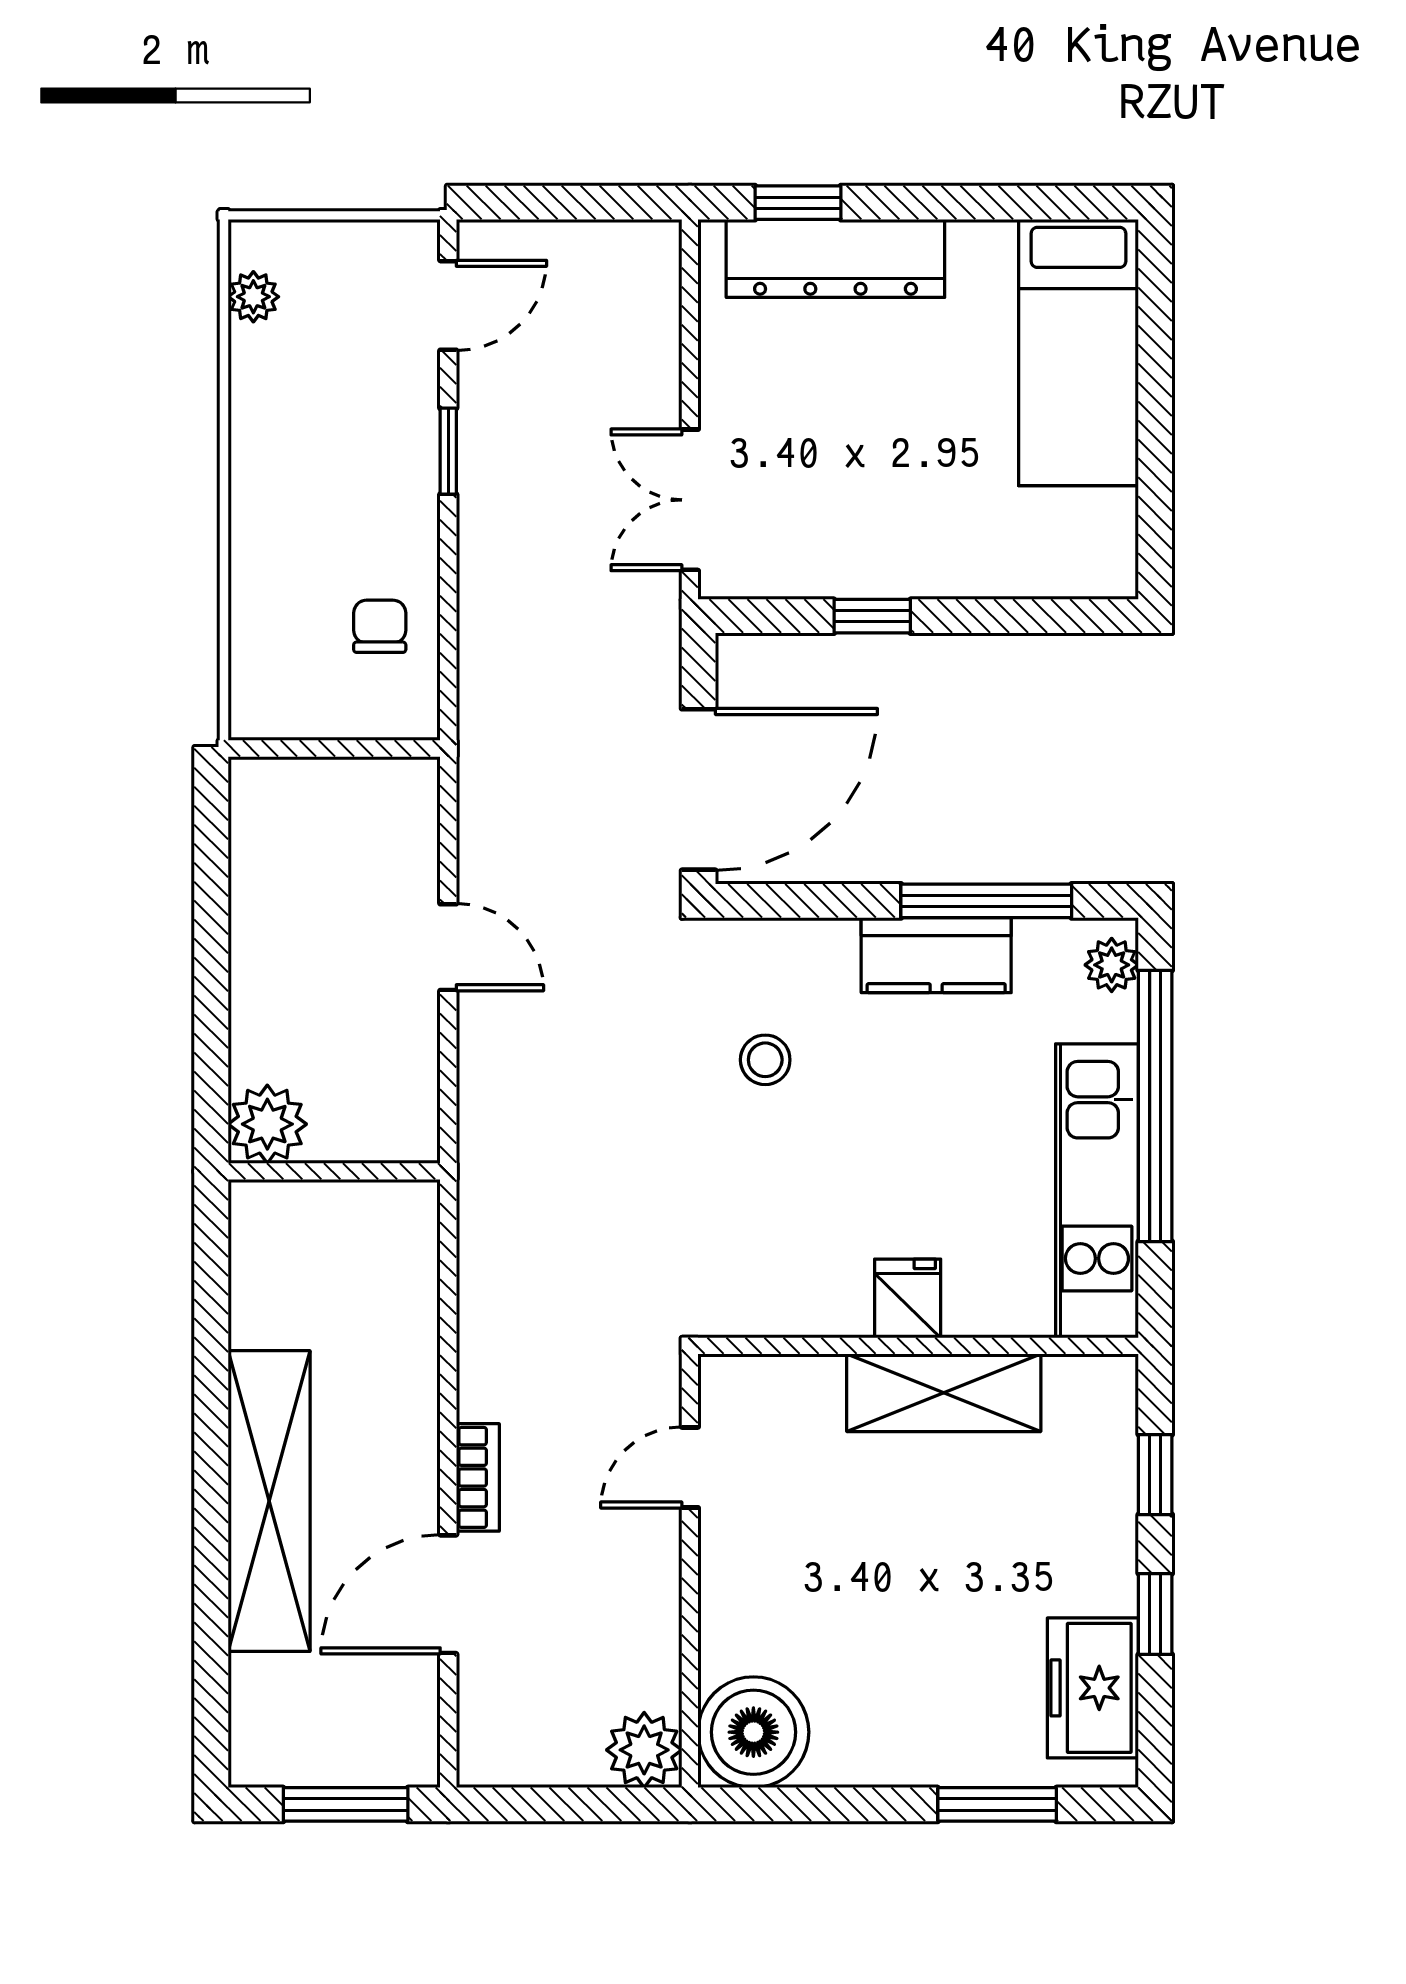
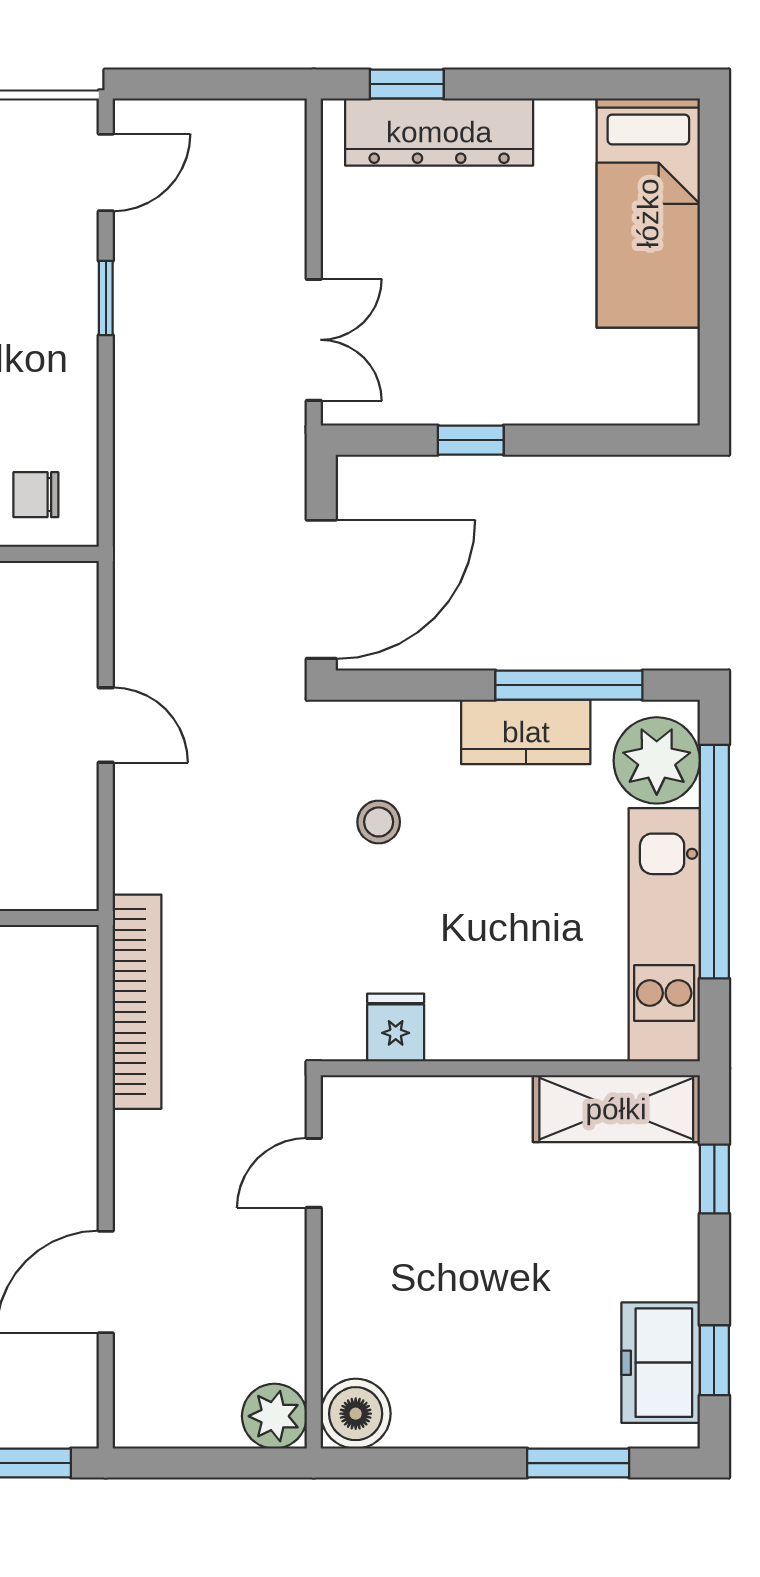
double door: (690, 500) -> (314, 340), swing flipped
chair: (380, 626) -> (36, 495), moved, turned -90
plant: (1112, 965) -> (657, 760), width x1.88, depth x1.88
fridge: (908, 1298) -> (396, 1027), moved
shelving: (944, 1393) -> (616, 1109), moved
bookcase: (478, 1477) -> (137, 1002), moved, width x2.31, depth x1.31
window: (1155, 1614) -> (714, 1360), moved
boiler: (753, 1732) -> (356, 1414), width x0.73, depth x0.73

